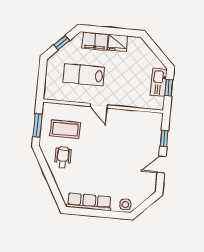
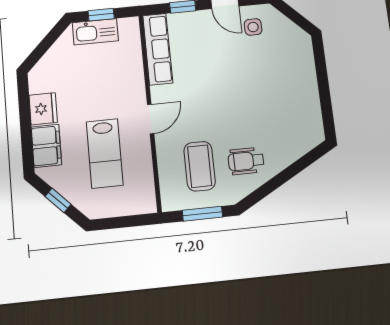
row of seats: (89, 202) -> (158, 49), moved, turned 180
side table: (125, 204) -> (253, 27), moved

